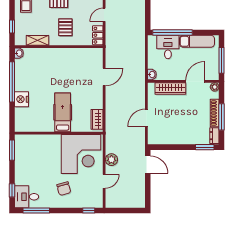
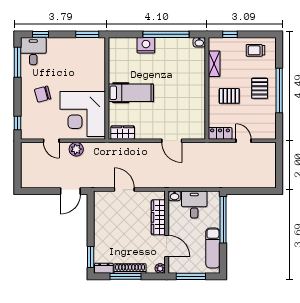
desk: (168, 47) -> (194, 205), moved, turned -90

